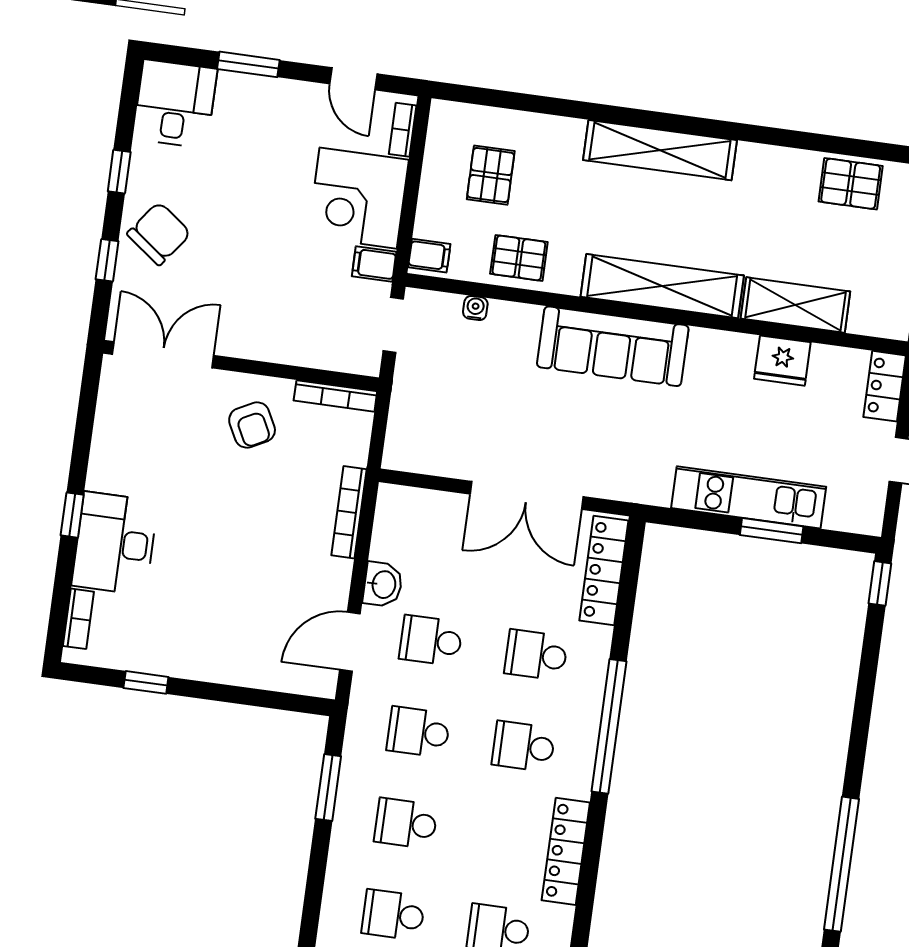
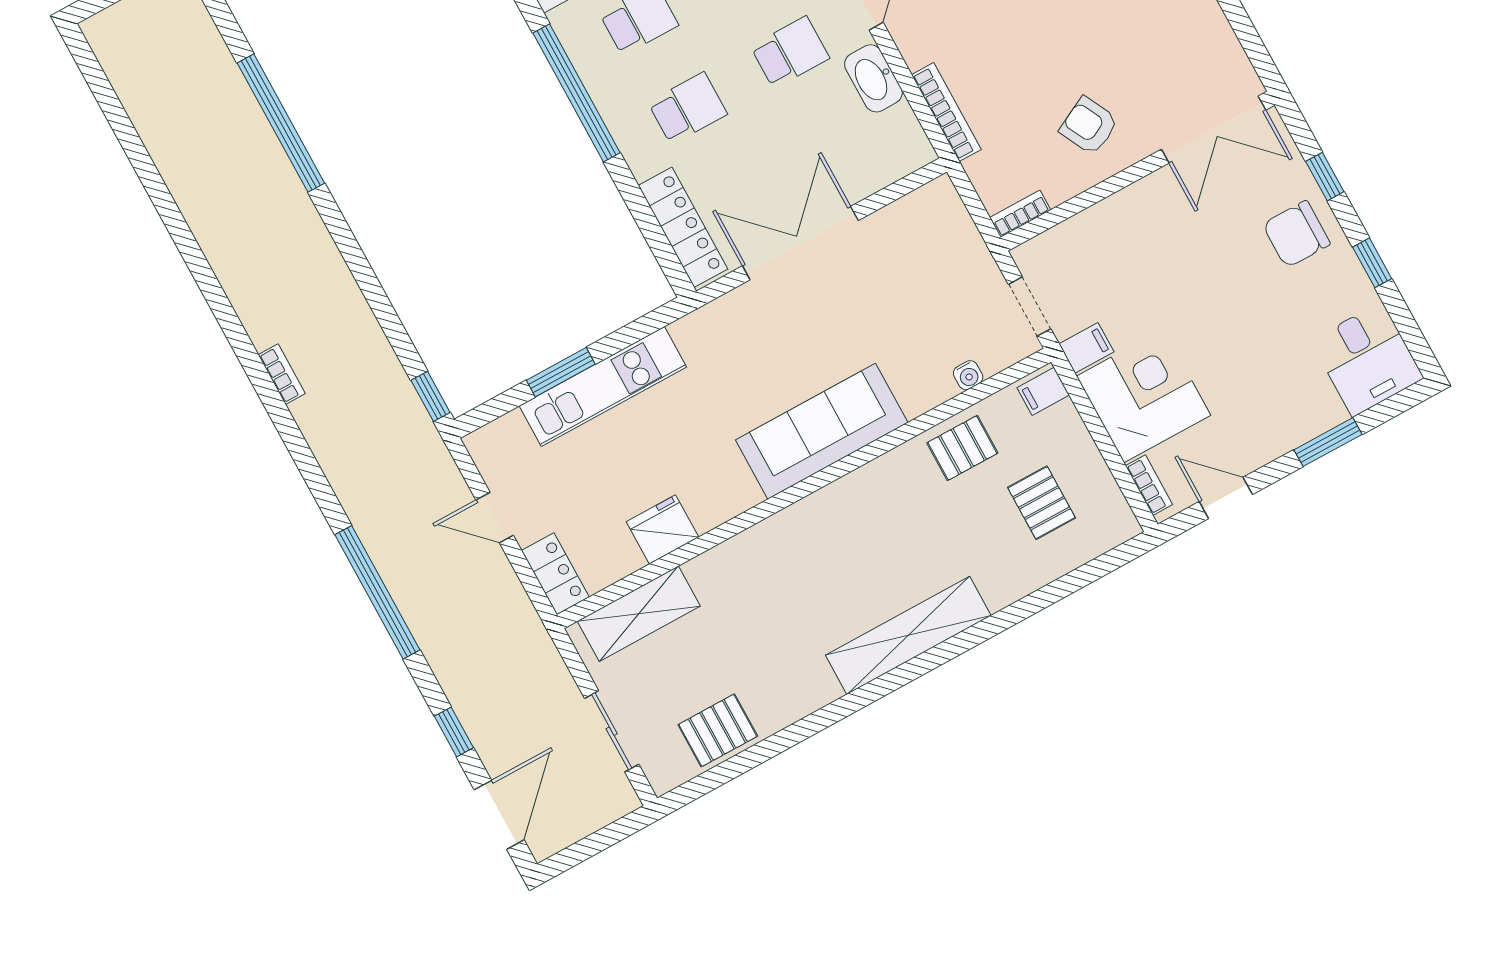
chair: (159, 234) -> (1296, 234), turned 53
shelving: (662, 286) -> (817, 517), removed
shelving: (795, 305) -> (639, 614), moved
bookcase: (335, 396) -> (1020, 214), width x0.64
washbasin: (383, 584) -> (873, 78), width x1.38

